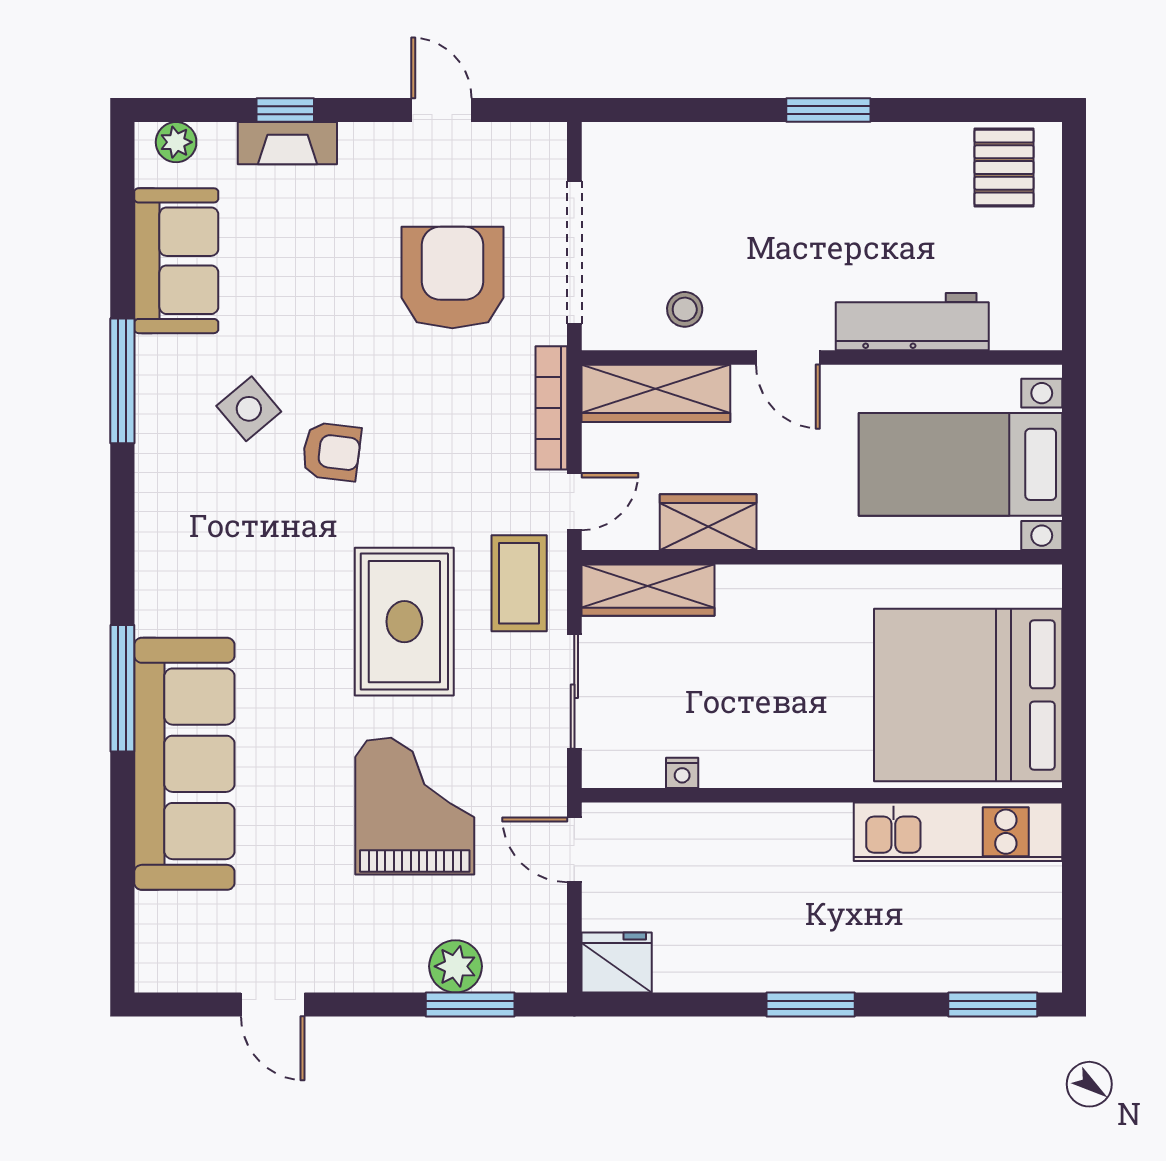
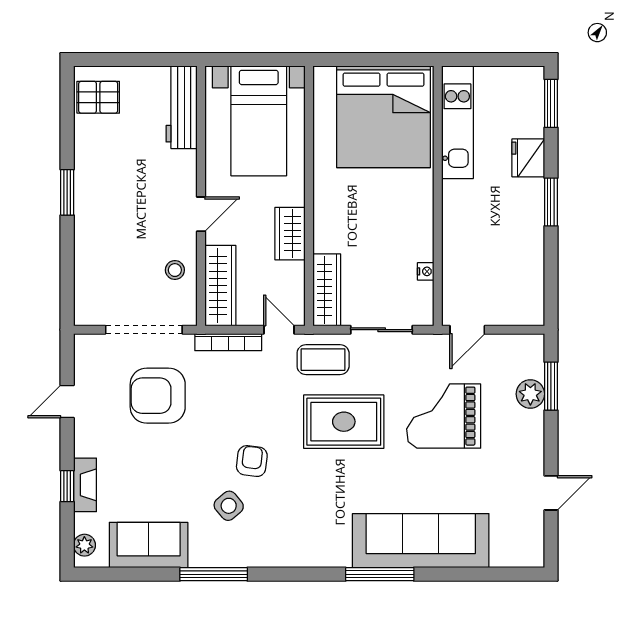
workbench: (912, 322) -> (182, 107), moved
wardrobe: (708, 522) -> (290, 234), moved
fridge: (617, 963) -> (528, 158), moved

